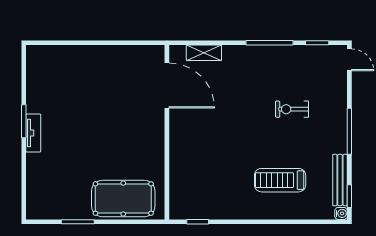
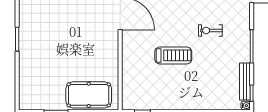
tv unit: (33, 133) -> (24, 48), removed
treadmill: (280, 180) -> (173, 55), moved, turned 180

